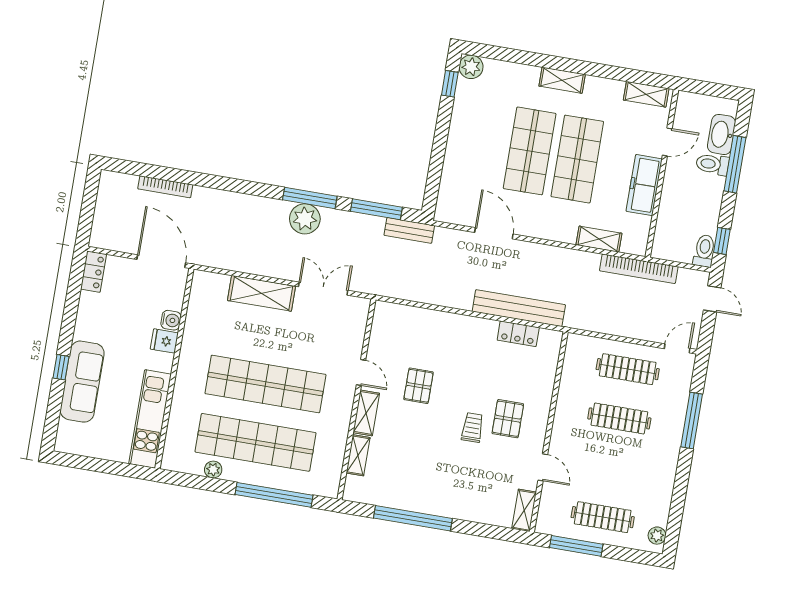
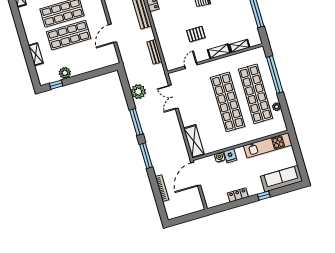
plant: (471, 67) -> (65, 73), moved
shelving: (562, 80) -> (36, 54), moved
window: (376, 209) -> (146, 156), moved
plant: (305, 219) -> (138, 92), moved
bench: (409, 230) -> (155, 52), moved
locker: (94, 272) -> (238, 195), moved
shelving: (262, 293) -> (194, 141), moved
door: (361, 372) -> (191, 66), moved
sofa: (82, 382) -> (281, 179), moved

